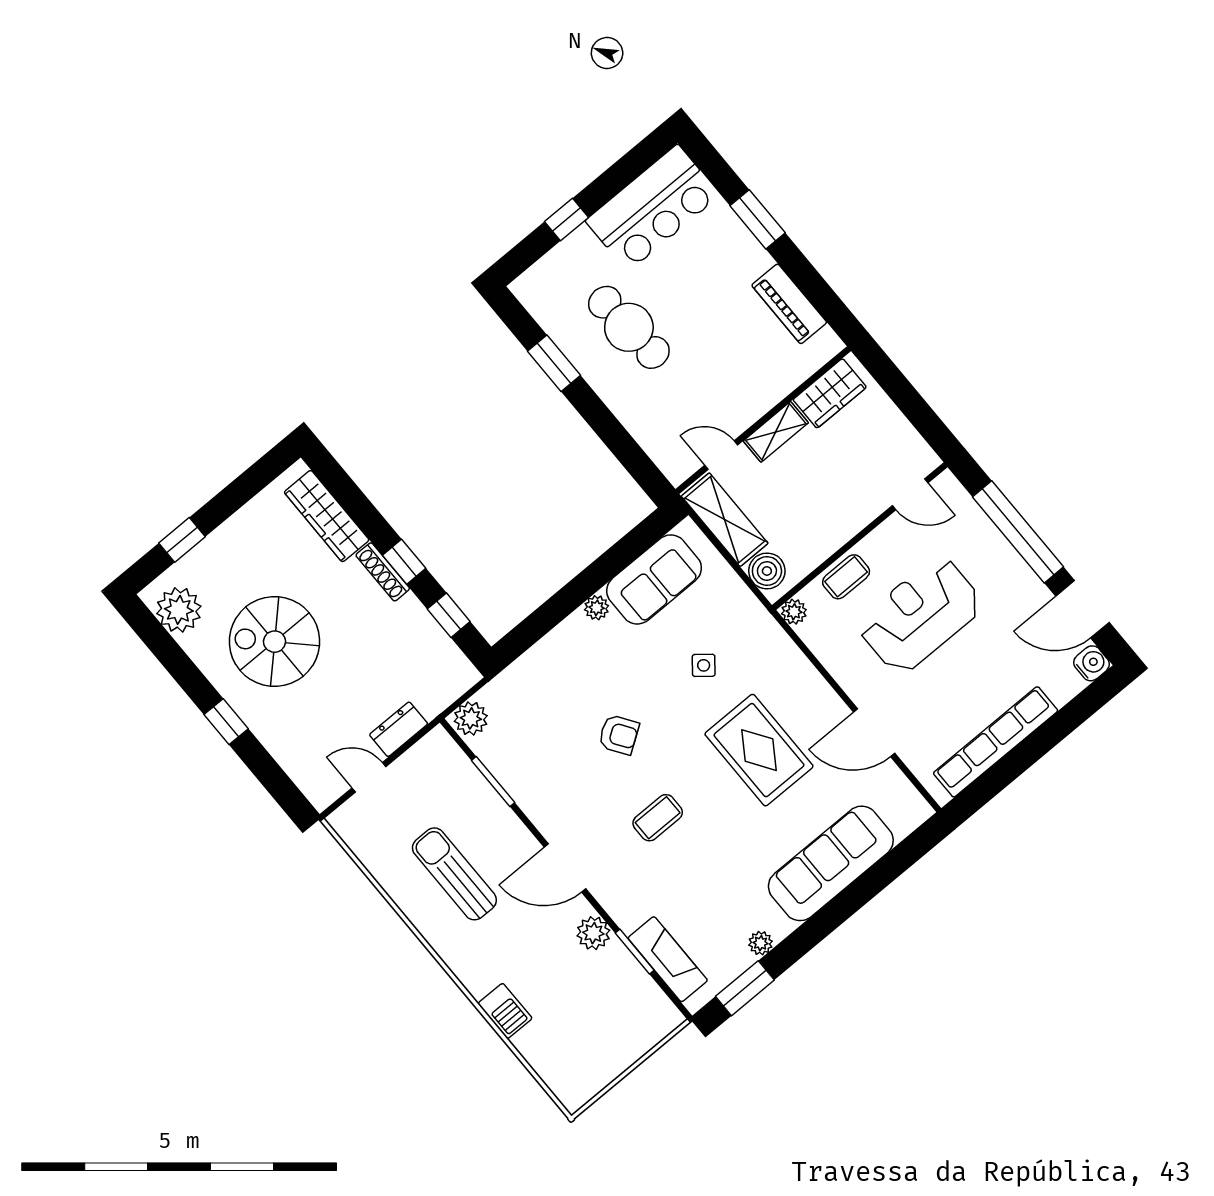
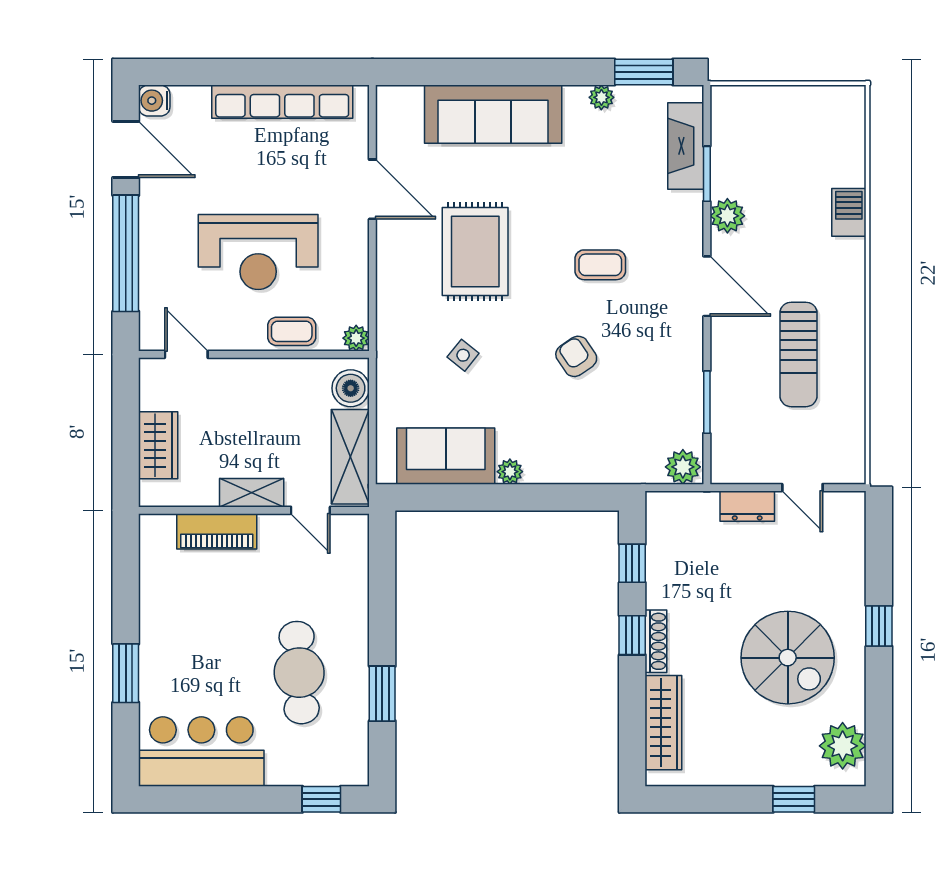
window: (567, 219) -> (321, 799), moved
piano: (789, 304) -> (217, 531), moved, turned 90
wardrobe: (830, 393) -> (158, 445), moved, turned 90

